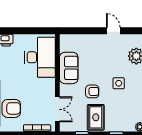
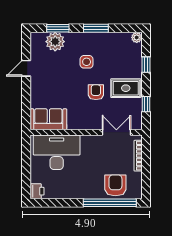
sofa: (69, 68) -> (48, 119), moved

